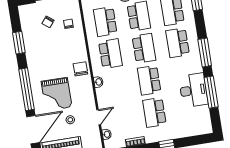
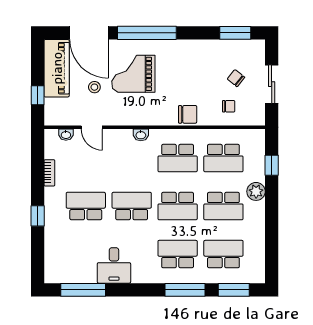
school desk: (105, 22) -> (223, 158), turned 180
window: (19, 43) -> (235, 33), moved
window: (205, 52) -> (185, 290), moved
chair: (80, 69) -> (188, 114), moved
desk: (193, 90) -> (114, 265), width x0.73
window: (211, 92) -> (83, 290), moved

